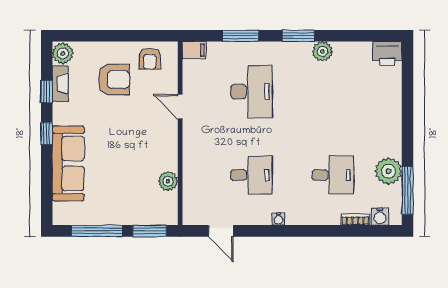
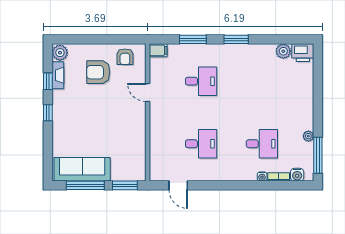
plant: (322, 51) -> (283, 51), moved
armchair: (114, 79) -> (98, 72), turned 180
desk: (251, 92) -> (201, 81), width x0.73
sofa: (68, 164) -> (82, 169), moved, turned -90
plant: (388, 171) -> (308, 136), width x0.53, depth x0.53
plant: (168, 181) -> (139, 148), removed
water cooler: (278, 219) -> (262, 177), moved

